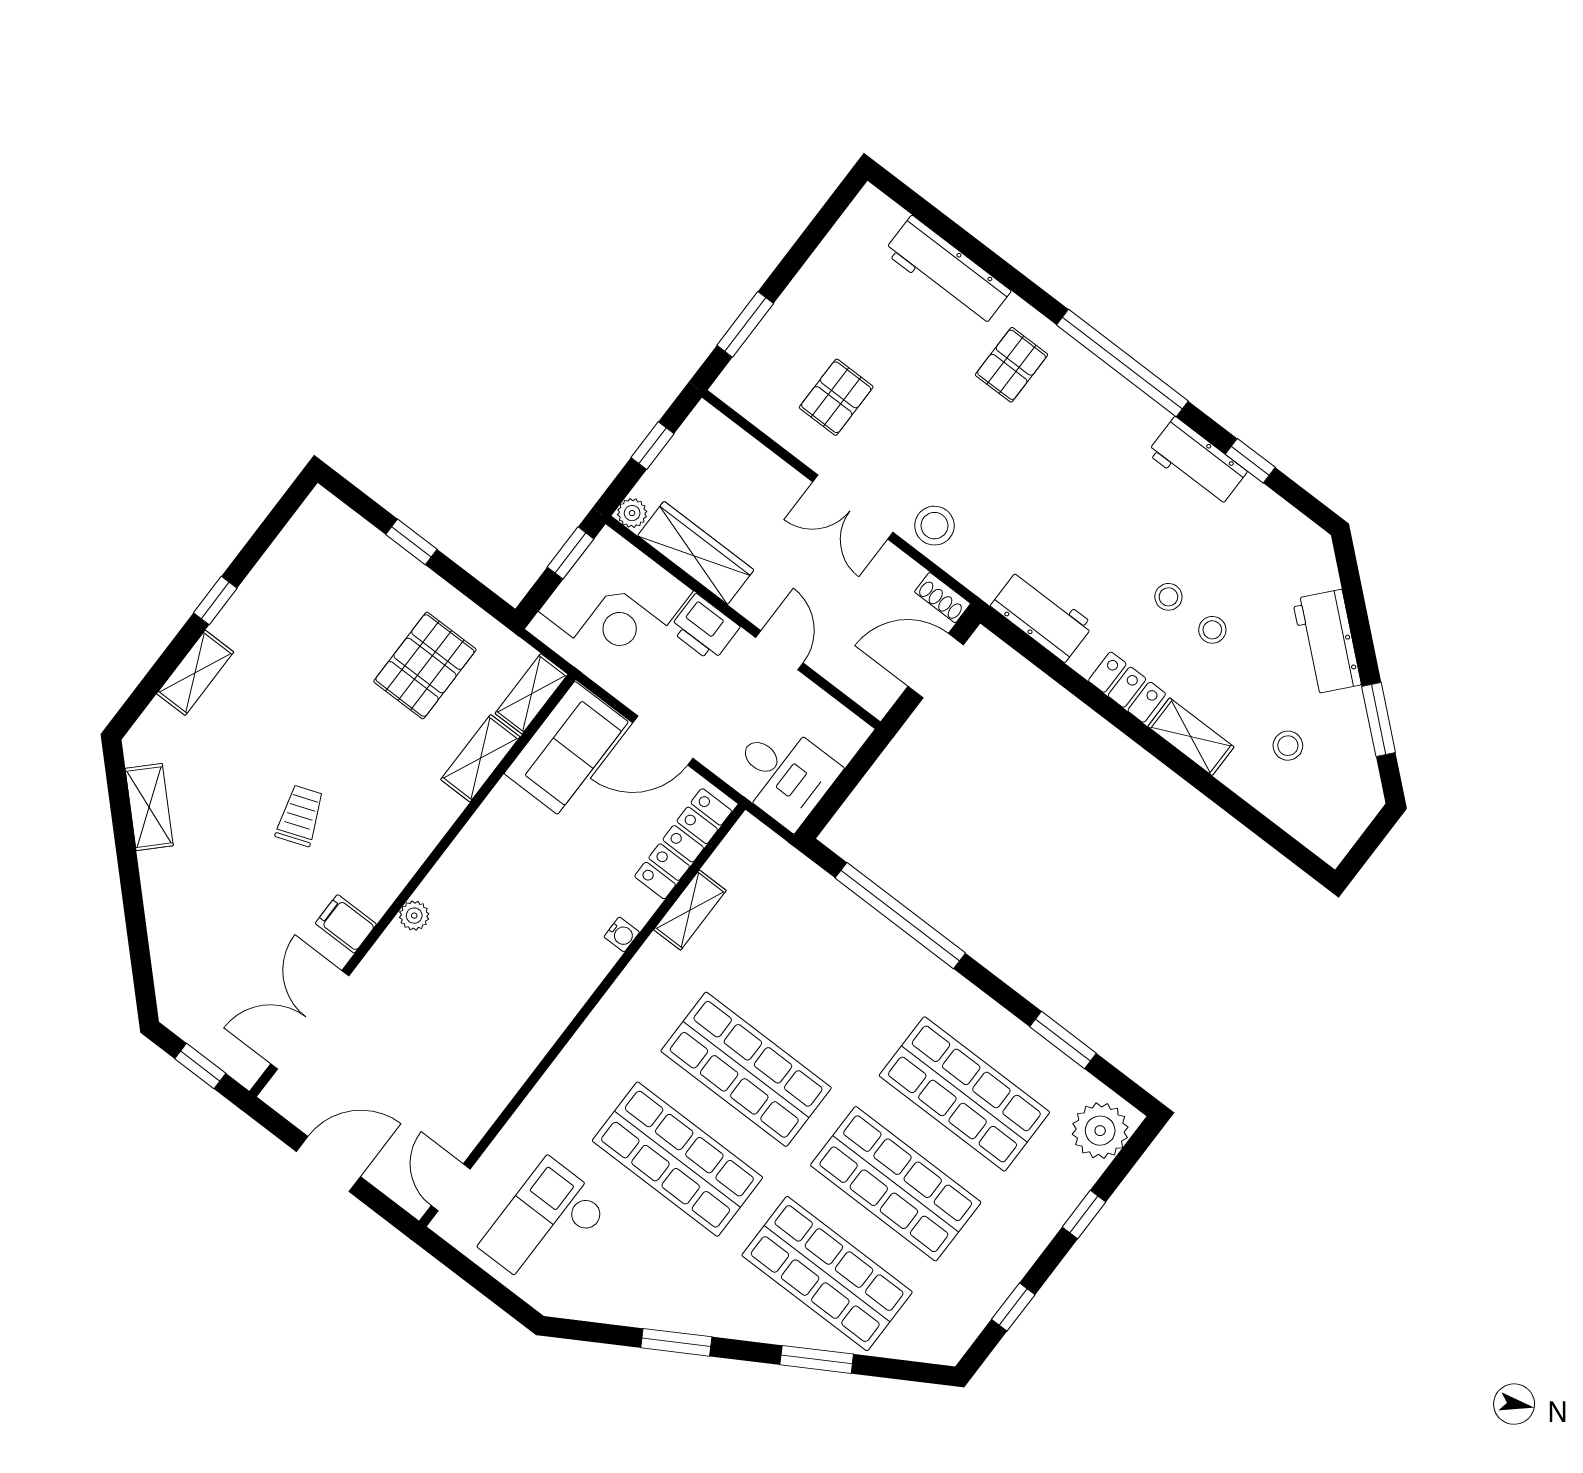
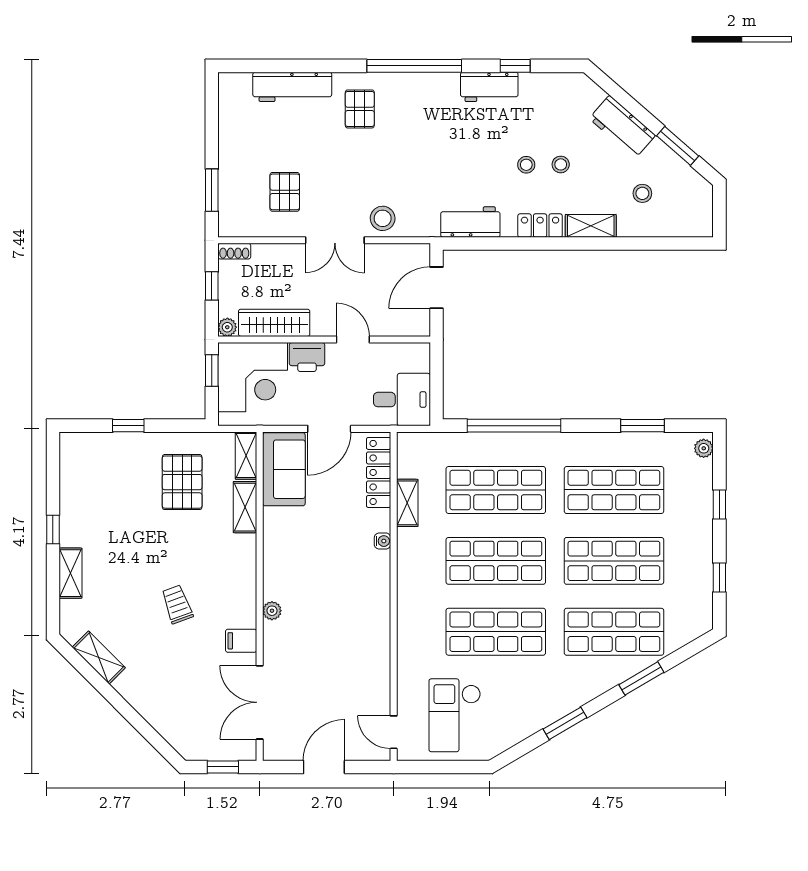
shoe rack: (942, 598) -> (234, 251), moved
shop shelf: (815, 980) -> (496, 490), added
plant: (1100, 1131) -> (704, 448), width x0.53, depth x0.53

